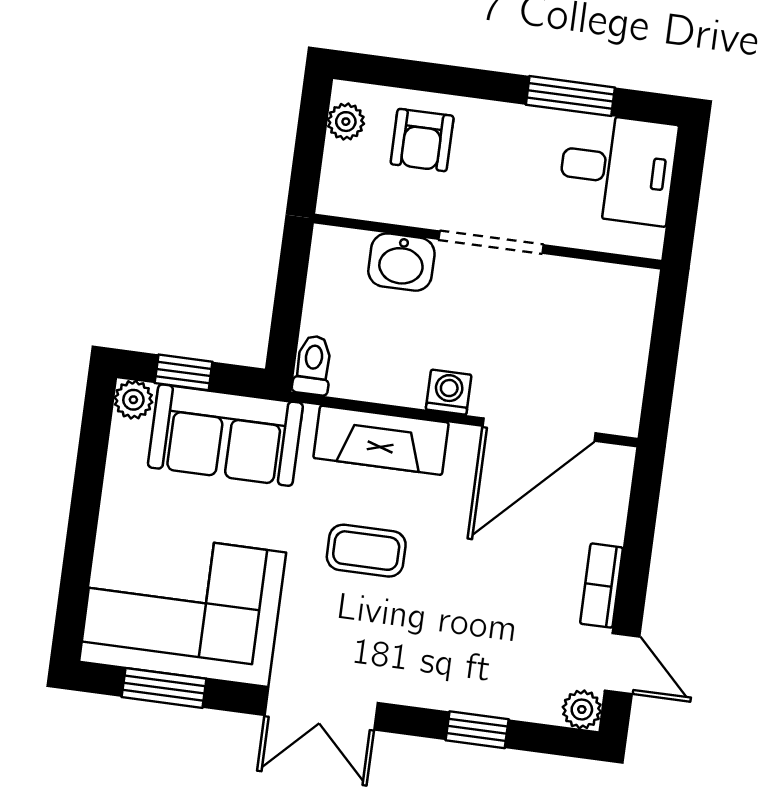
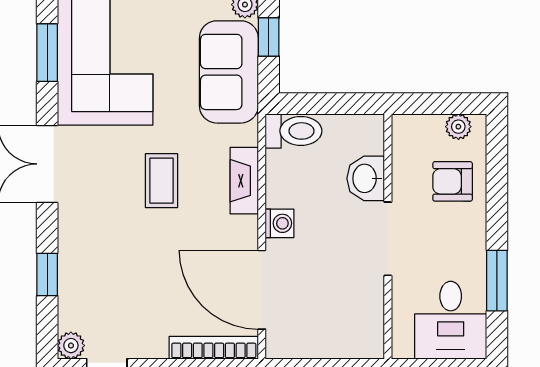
toilet: (313, 365) -> (294, 131), width x1.37, depth x1.39
fireplace: (381, 440) -> (244, 181), width x0.73, depth x0.76
bookcase: (601, 586) -> (214, 348), moved, width x1.56

